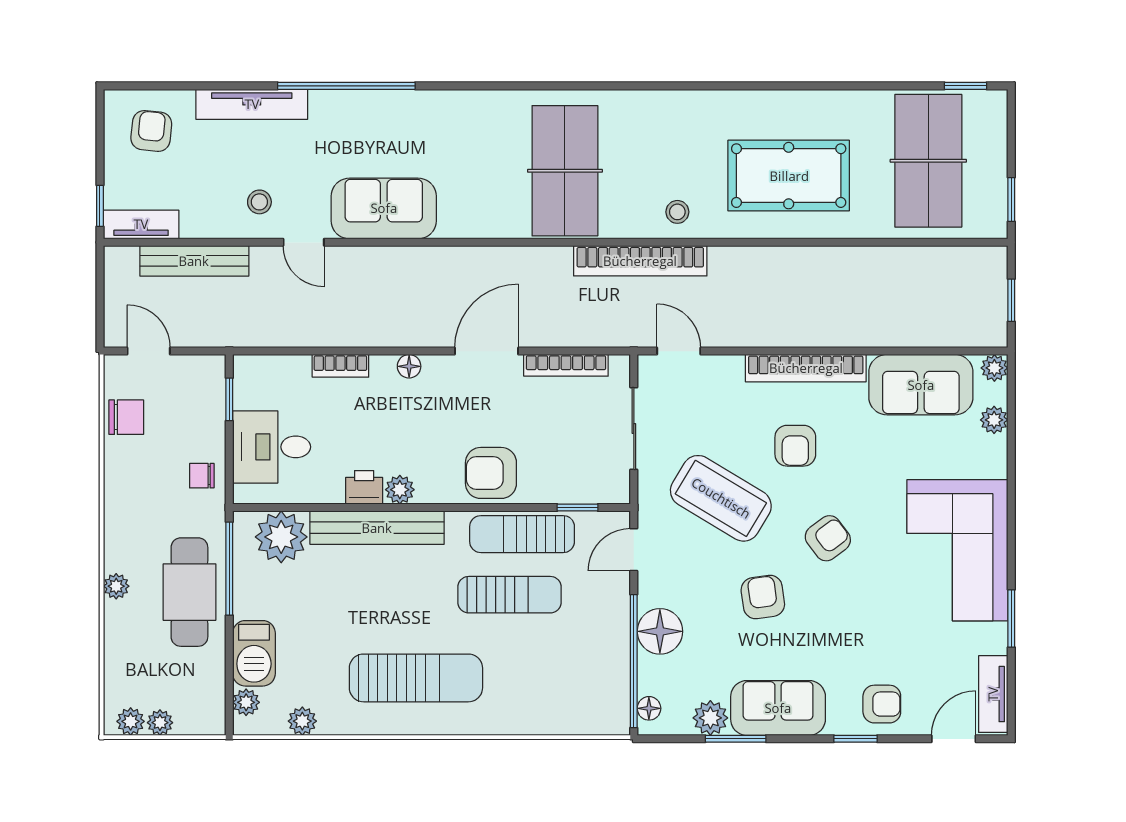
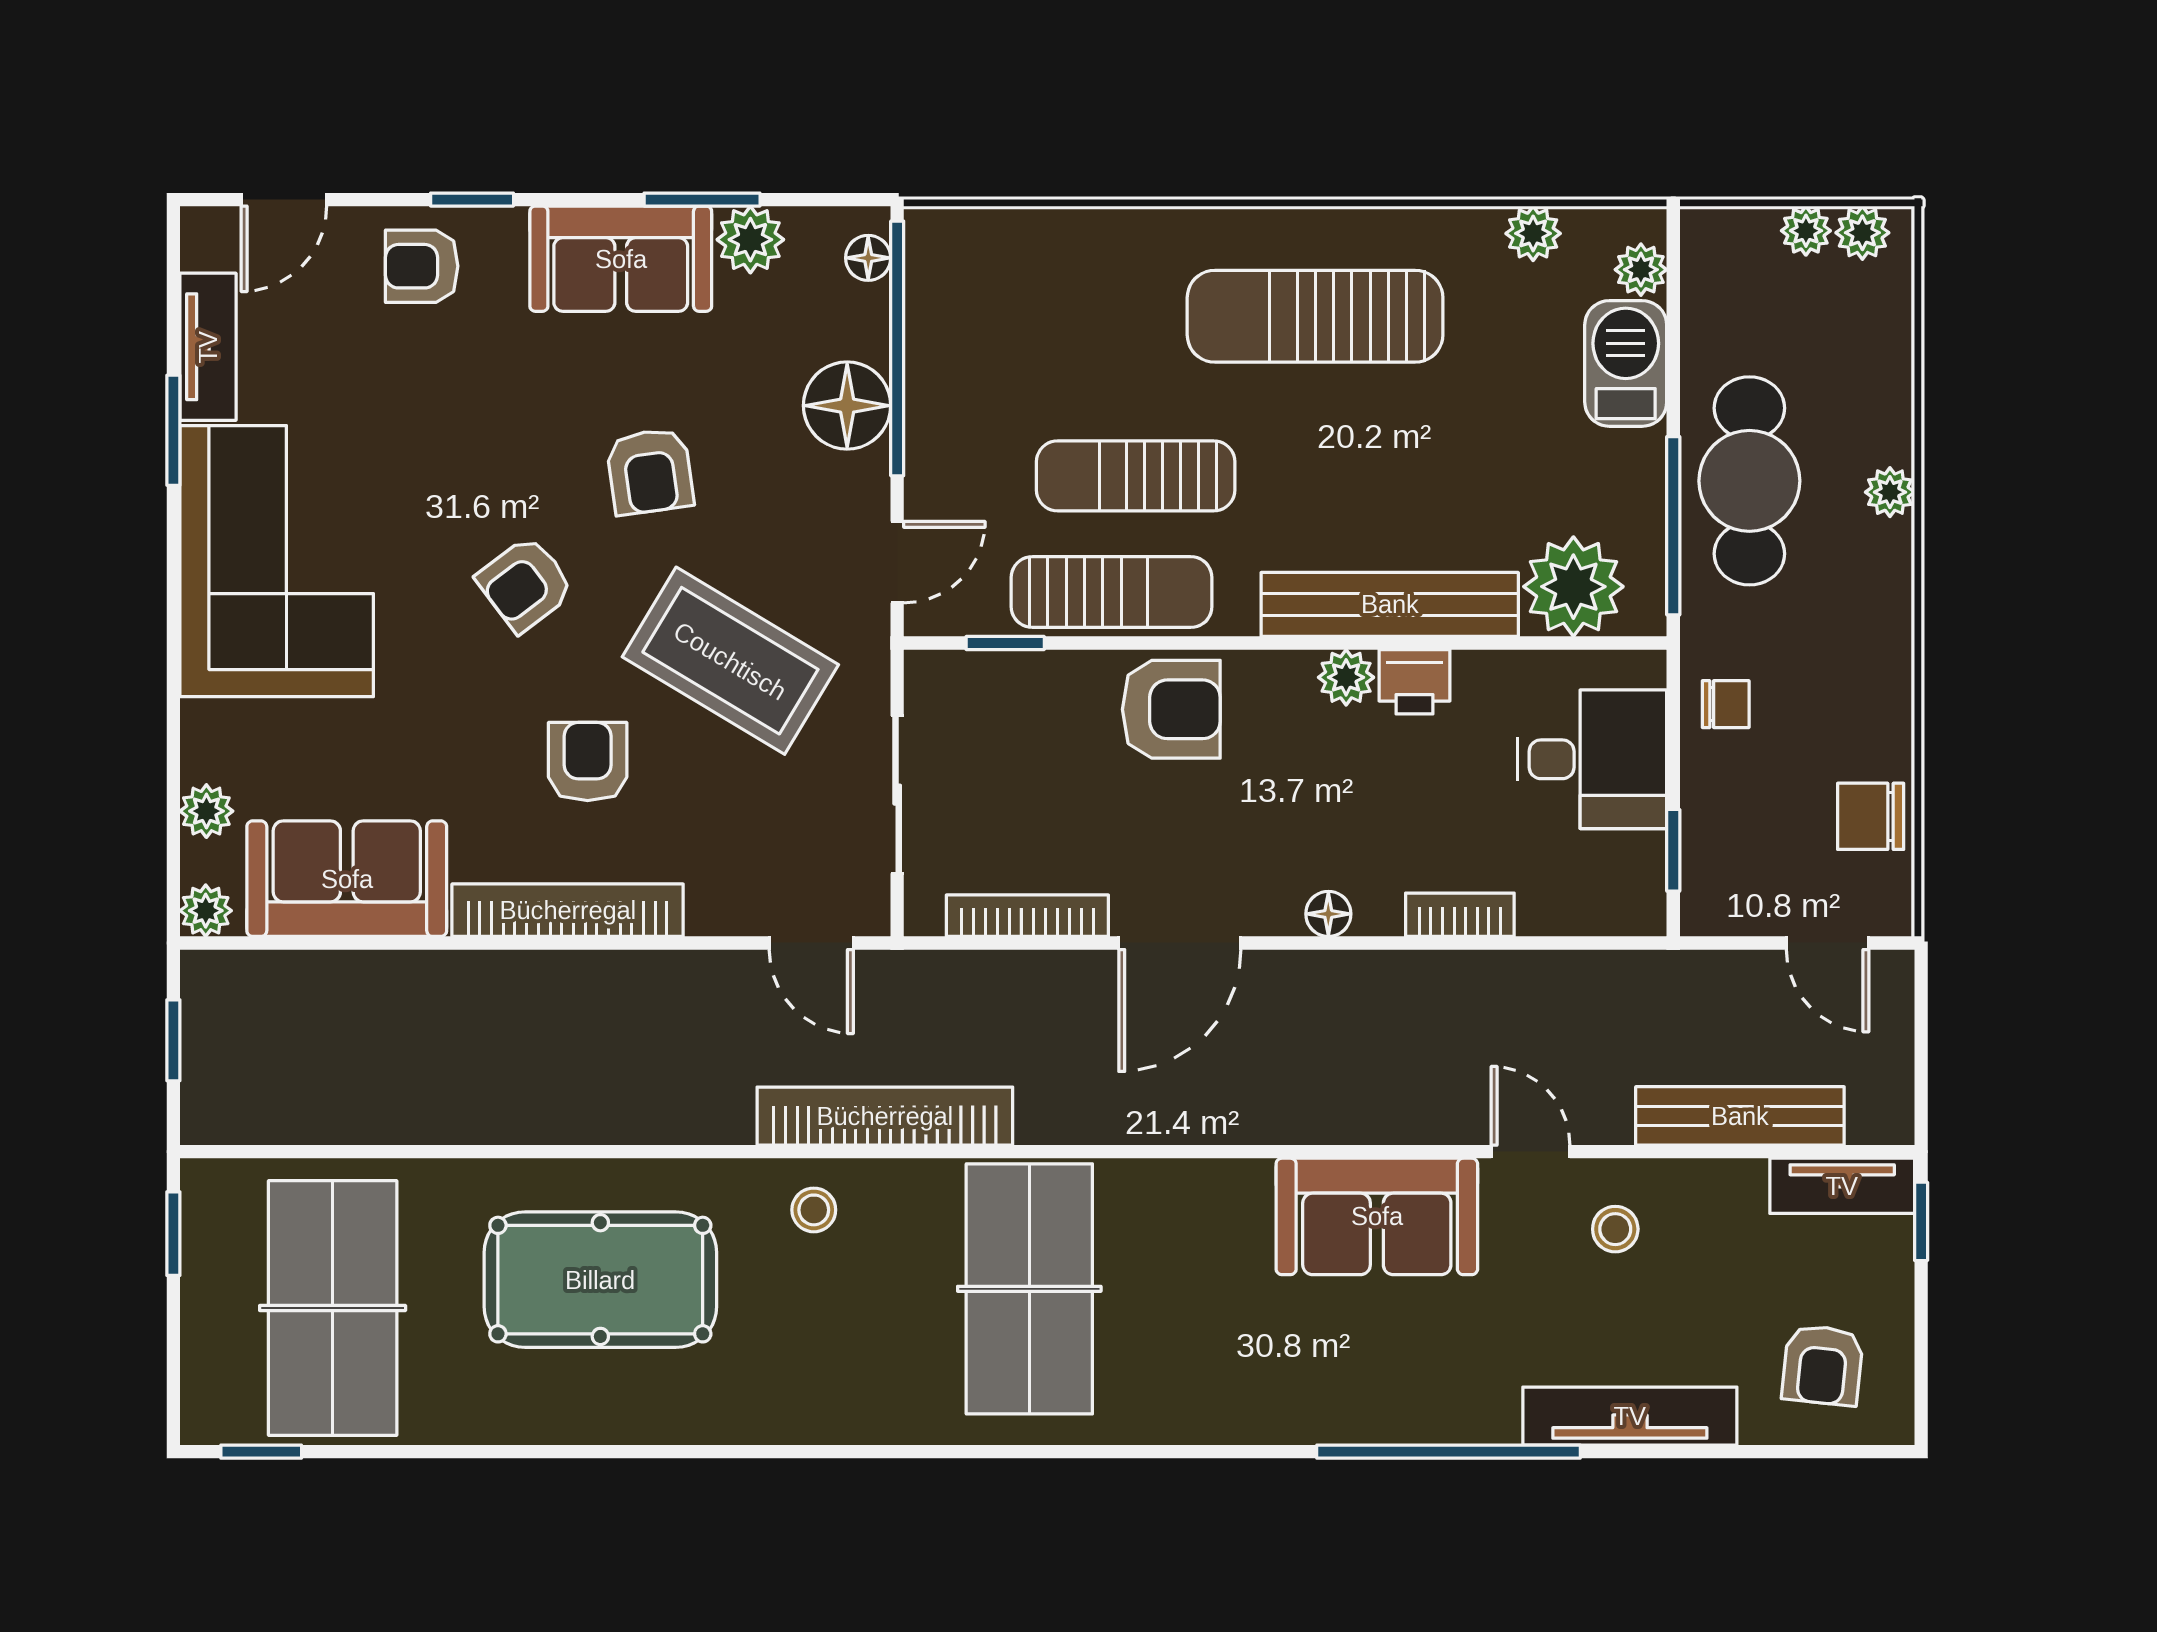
tv unit: (993, 694) -> (208, 347), moved

